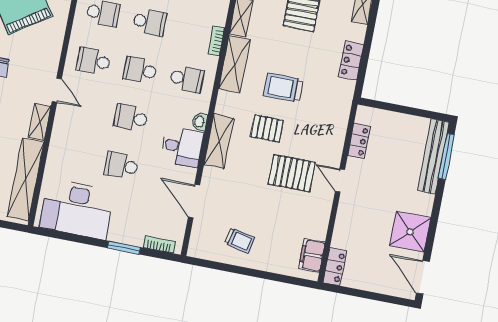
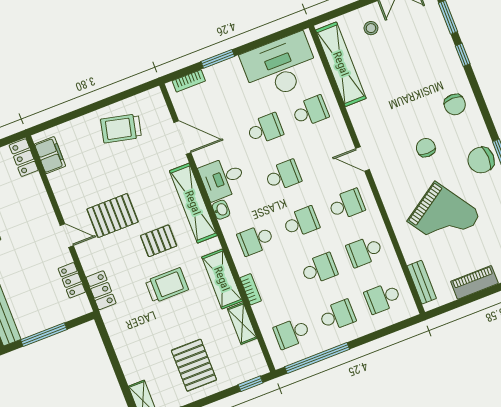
school desk: (149, 22) -> (319, 269), turned 180
locker: (351, 61) -> (101, 290), moved
window: (410, 111) -> (44, 335), added
shelving: (40, 122) -> (360, 122), removed
shelving: (219, 142) -> (193, 203), width x1.47
school desk: (75, 156) -> (310, 111), added
trolley: (240, 241) -> (121, 128), width x1.36, depth x1.39

